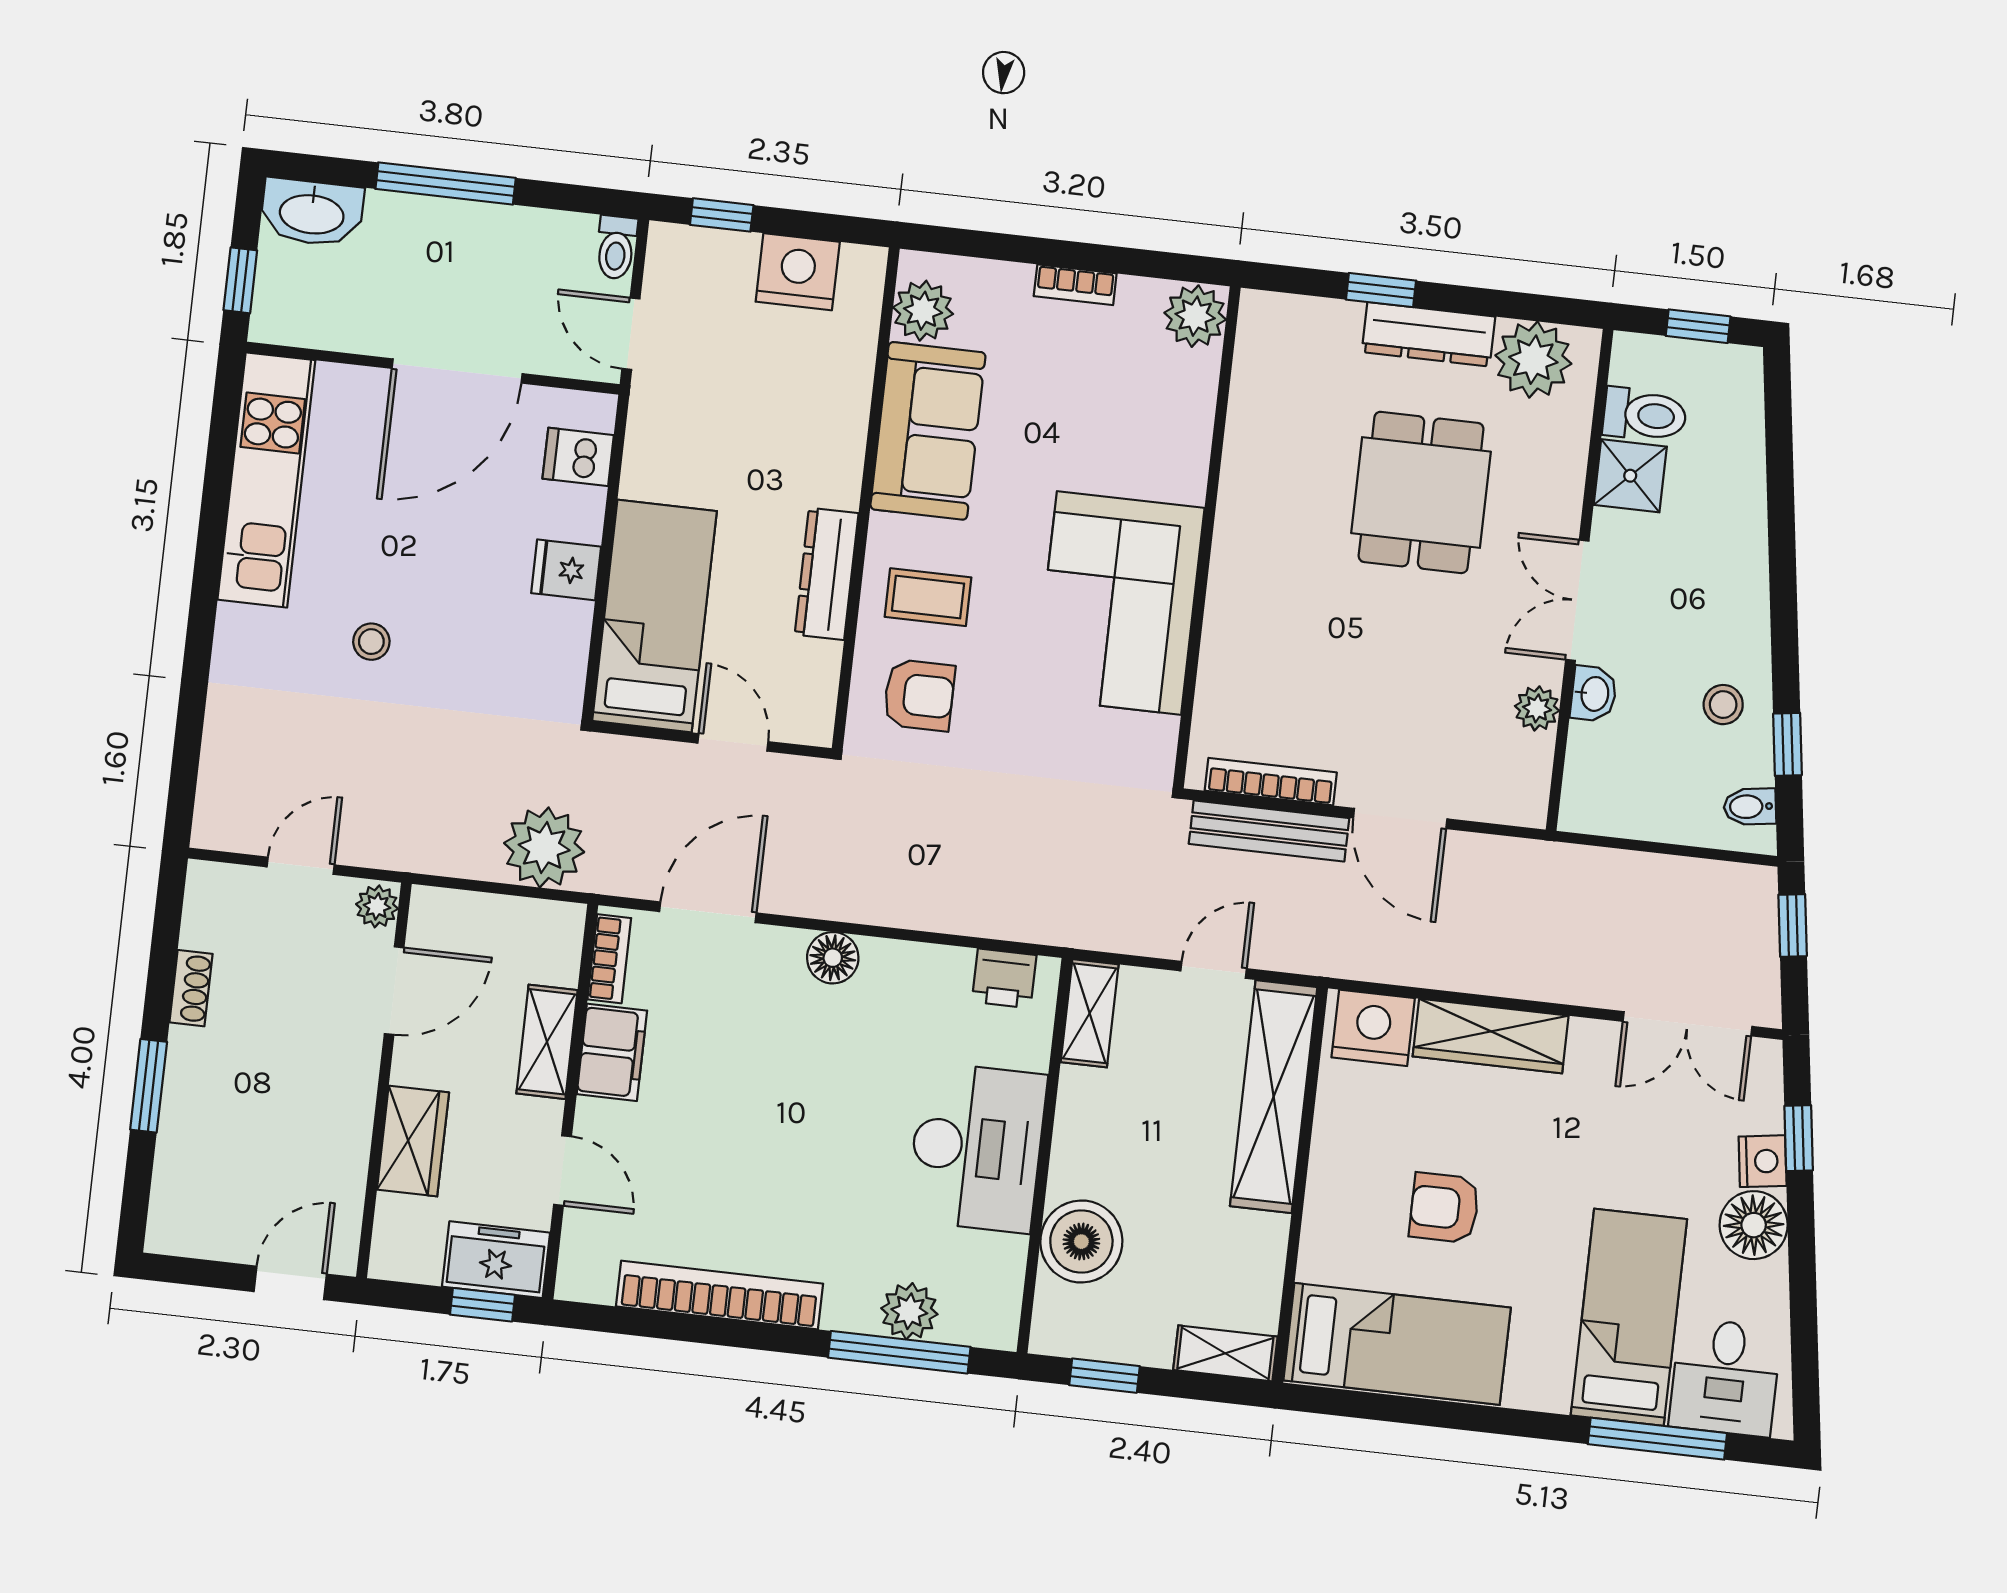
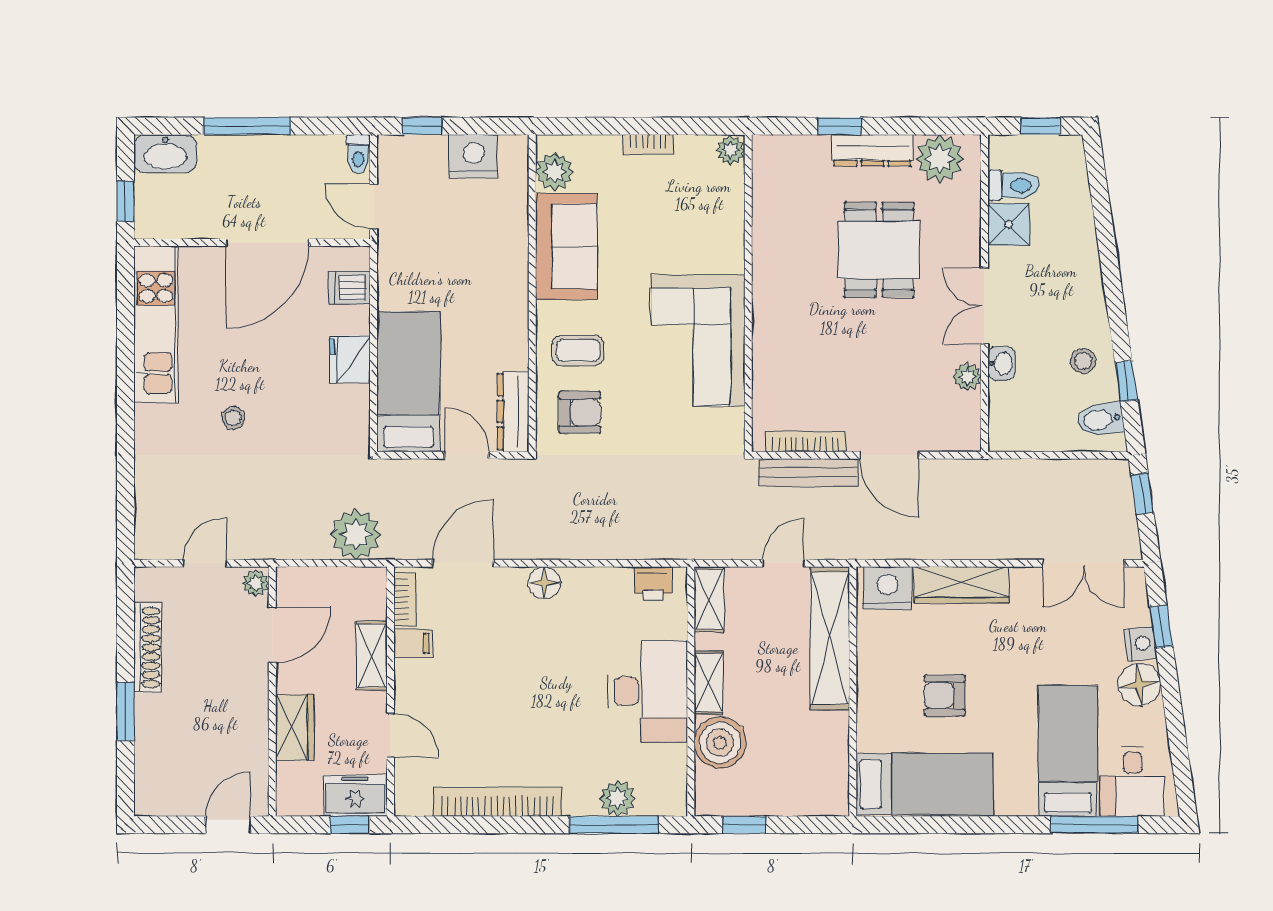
plant: (1195, 316) -> (731, 150), width x0.73, depth x0.73
fridge: (566, 570) -> (350, 359), width x1.38
dresser: (827, 574) -> (513, 412), moved
bidet: (1750, 807) -> (1101, 419), width x1.38, depth x1.36
shoe rack: (191, 988) -> (148, 648), width x1.94, depth x1.24
filing cabinet: (612, 1052) -> (413, 643), width x0.50
shelving: (1225, 1353) -> (708, 683), moved, turned 90

